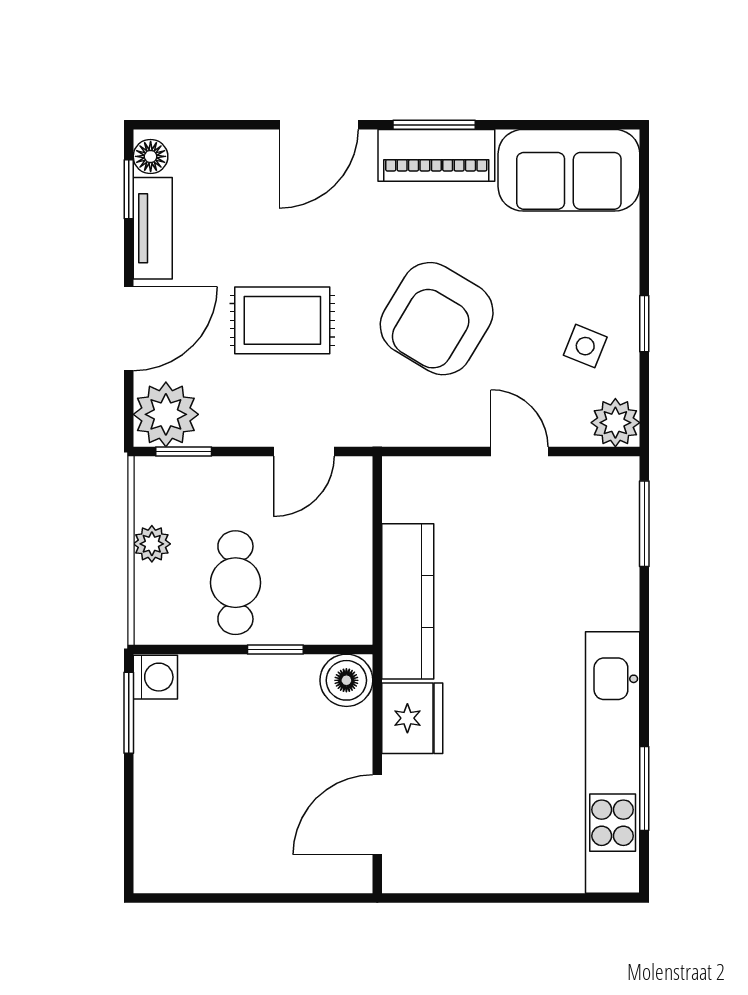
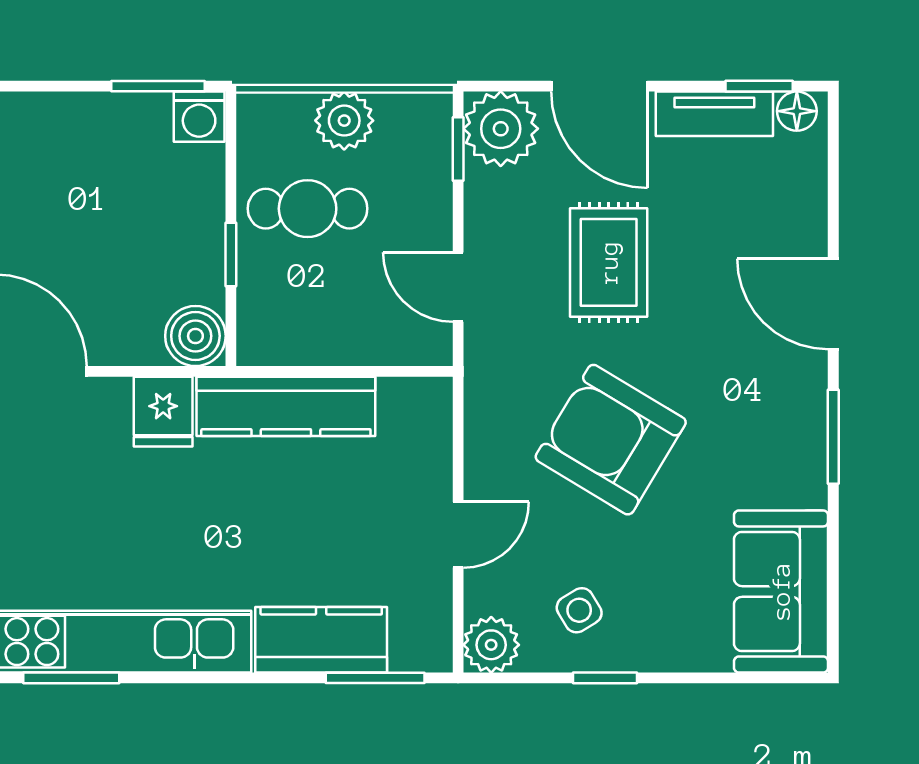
piano: (436, 155) -> (798, 439), removed
side table: (585, 346) -> (579, 610), turned 37
plant: (152, 544) -> (344, 121), width x1.38, depth x1.38
kitchen counter: (611, 571) -> (321, 640), added
fridge: (412, 718) -> (163, 412), width x0.72

